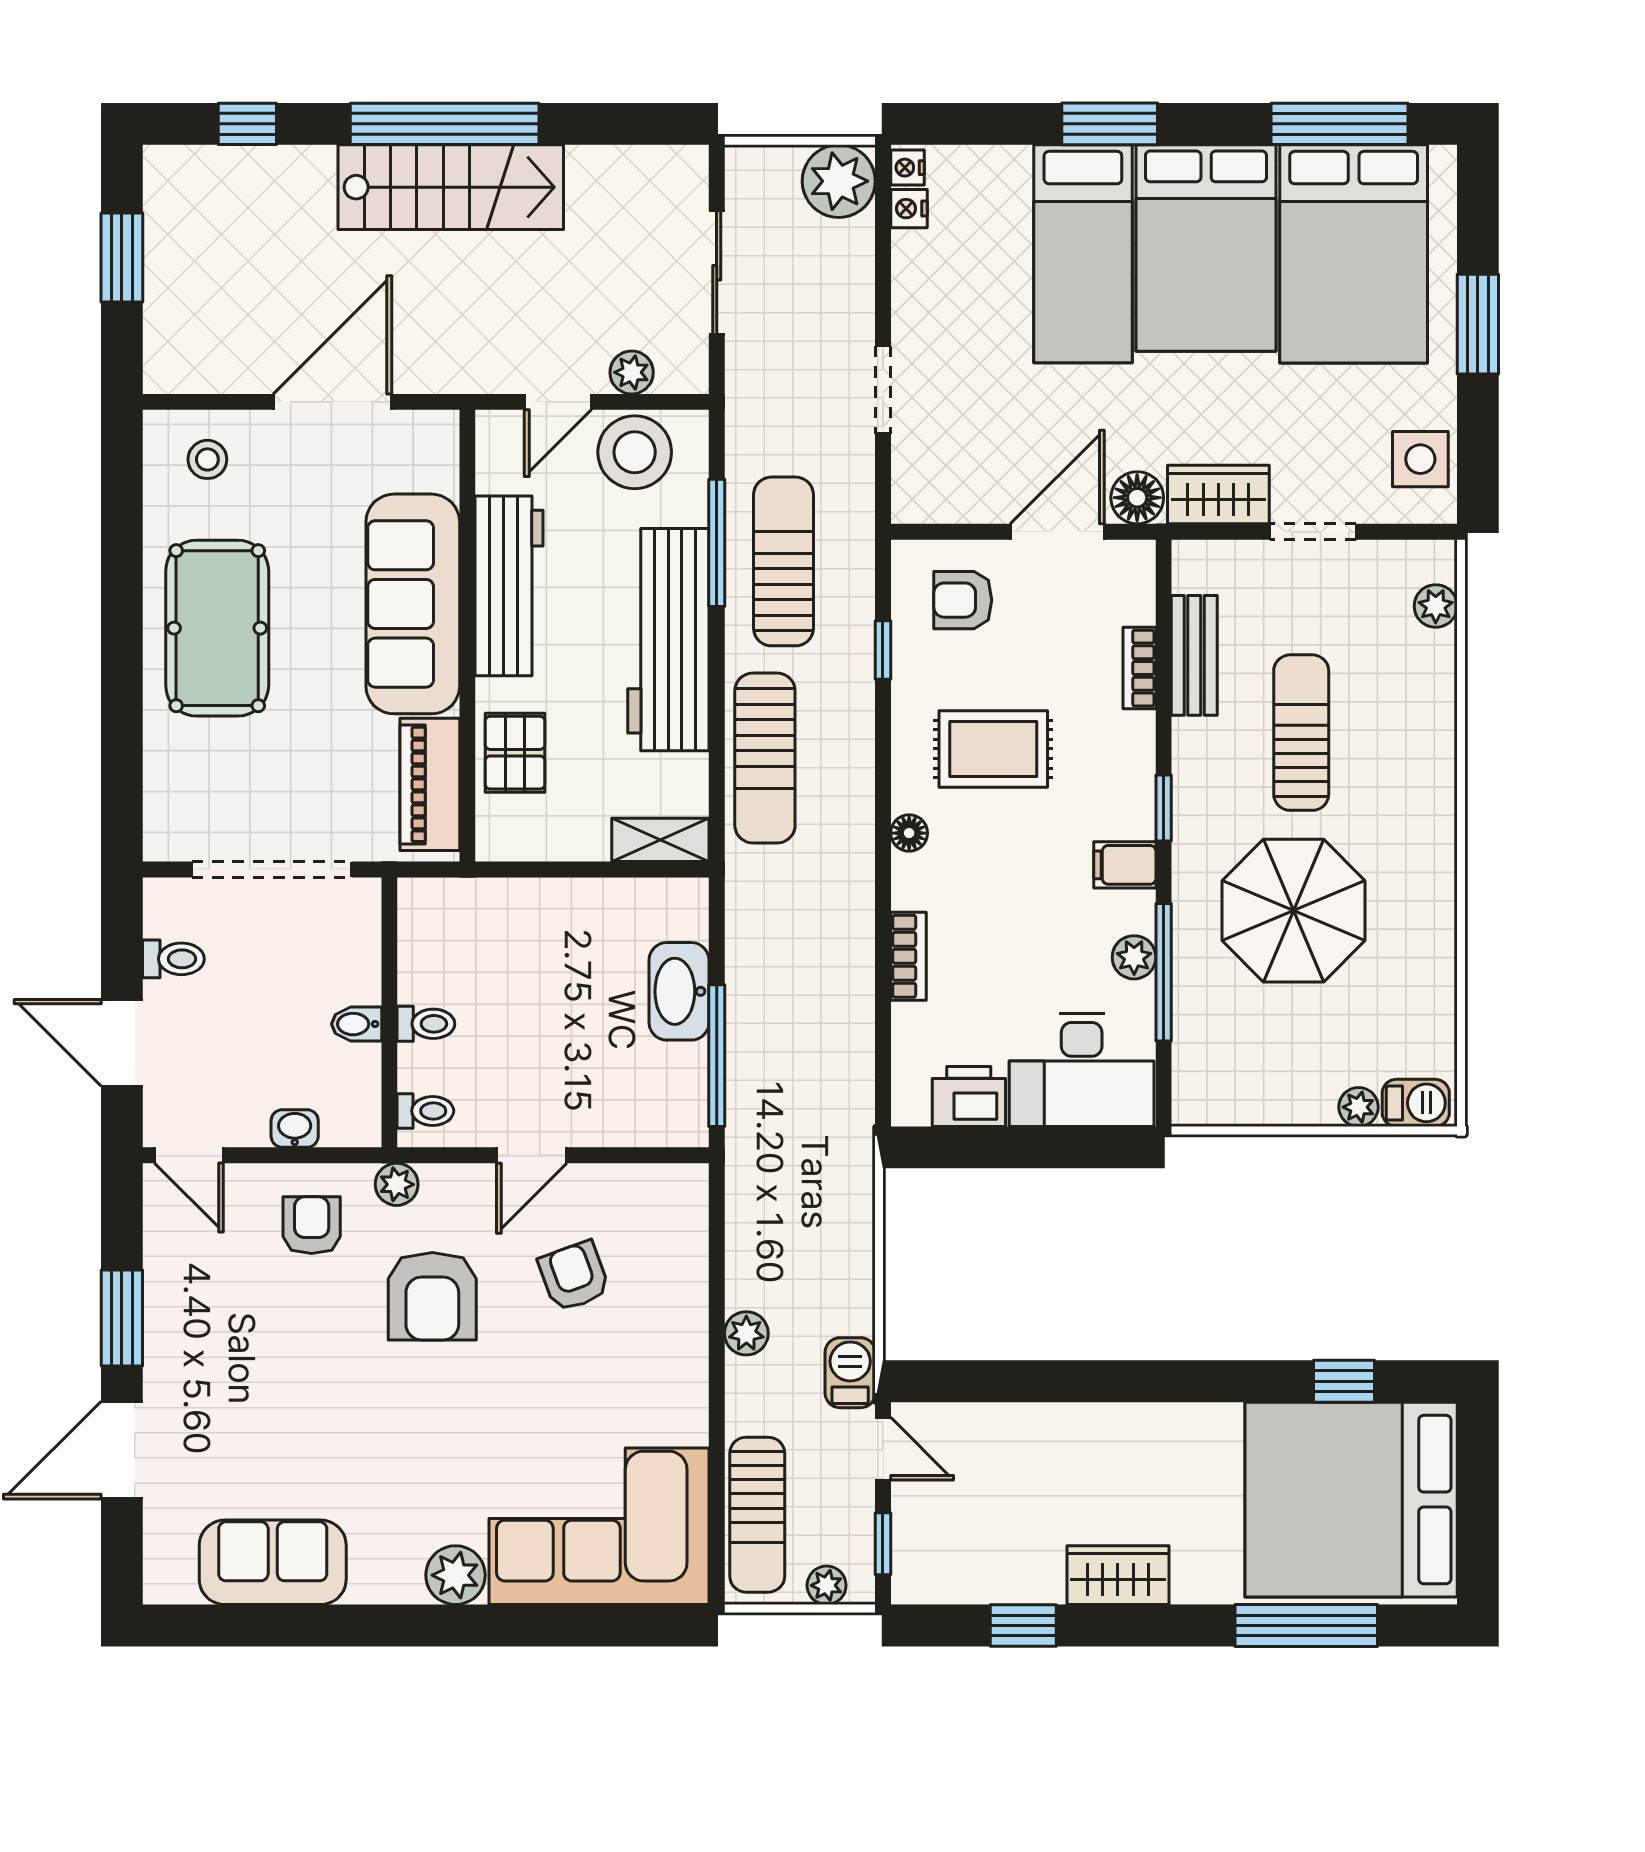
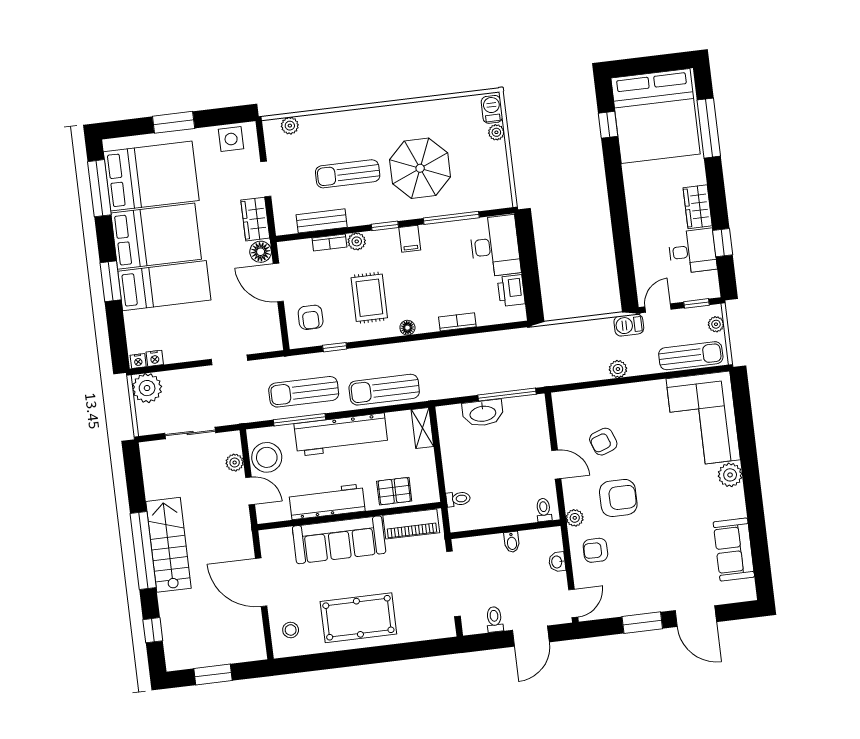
sun lounger: (765, 758) -> (384, 390), turned 180
plant: (1134, 957) -> (357, 241), moved
toilet: (426, 1024) -> (458, 499), moved, turned 90
desk: (1011, 1549) -> (692, 251), added

